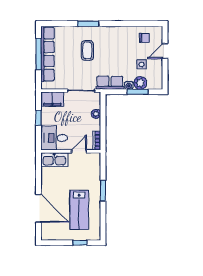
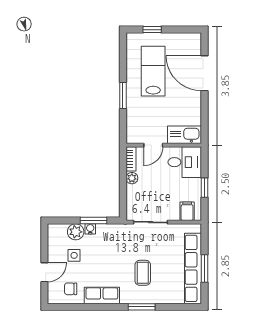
window: (38, 54) -> (205, 268), width x0.69
row of seats: (110, 83) -> (102, 295), moved, turned 180
window: (138, 92) -> (94, 221), moved
filing cabinet: (52, 99) -> (187, 211), width x0.50
plant: (96, 114) -> (132, 178), moved

